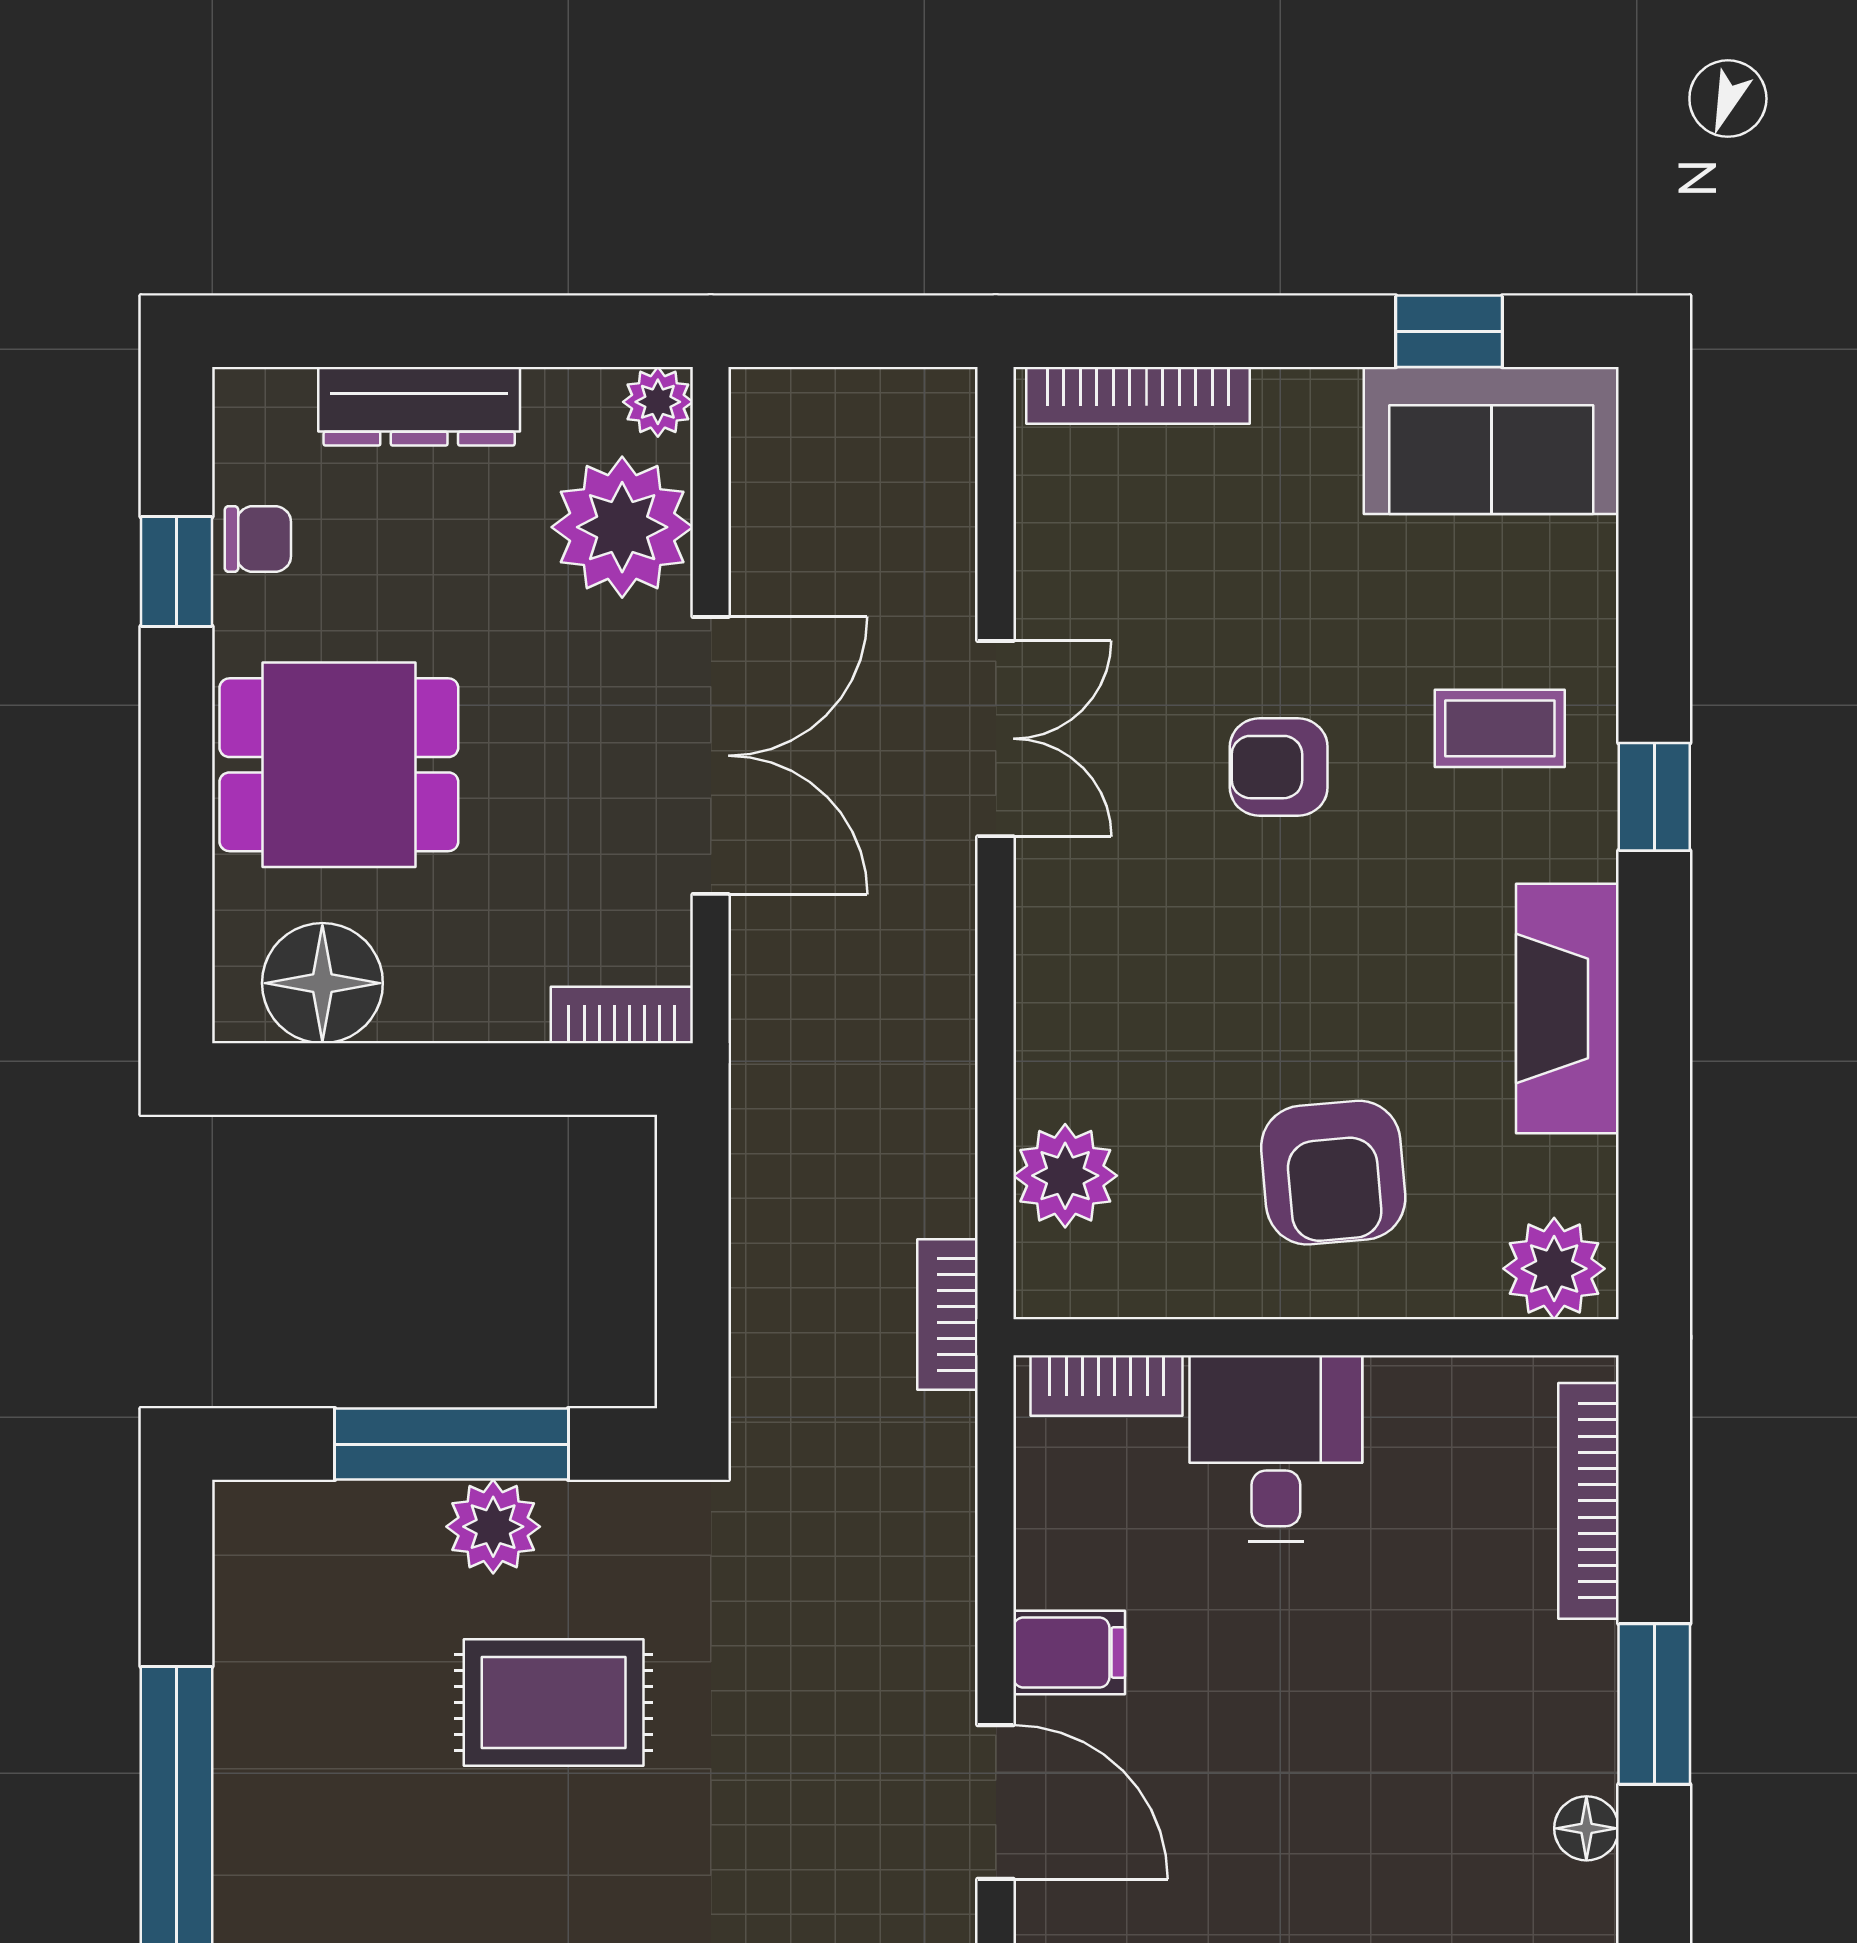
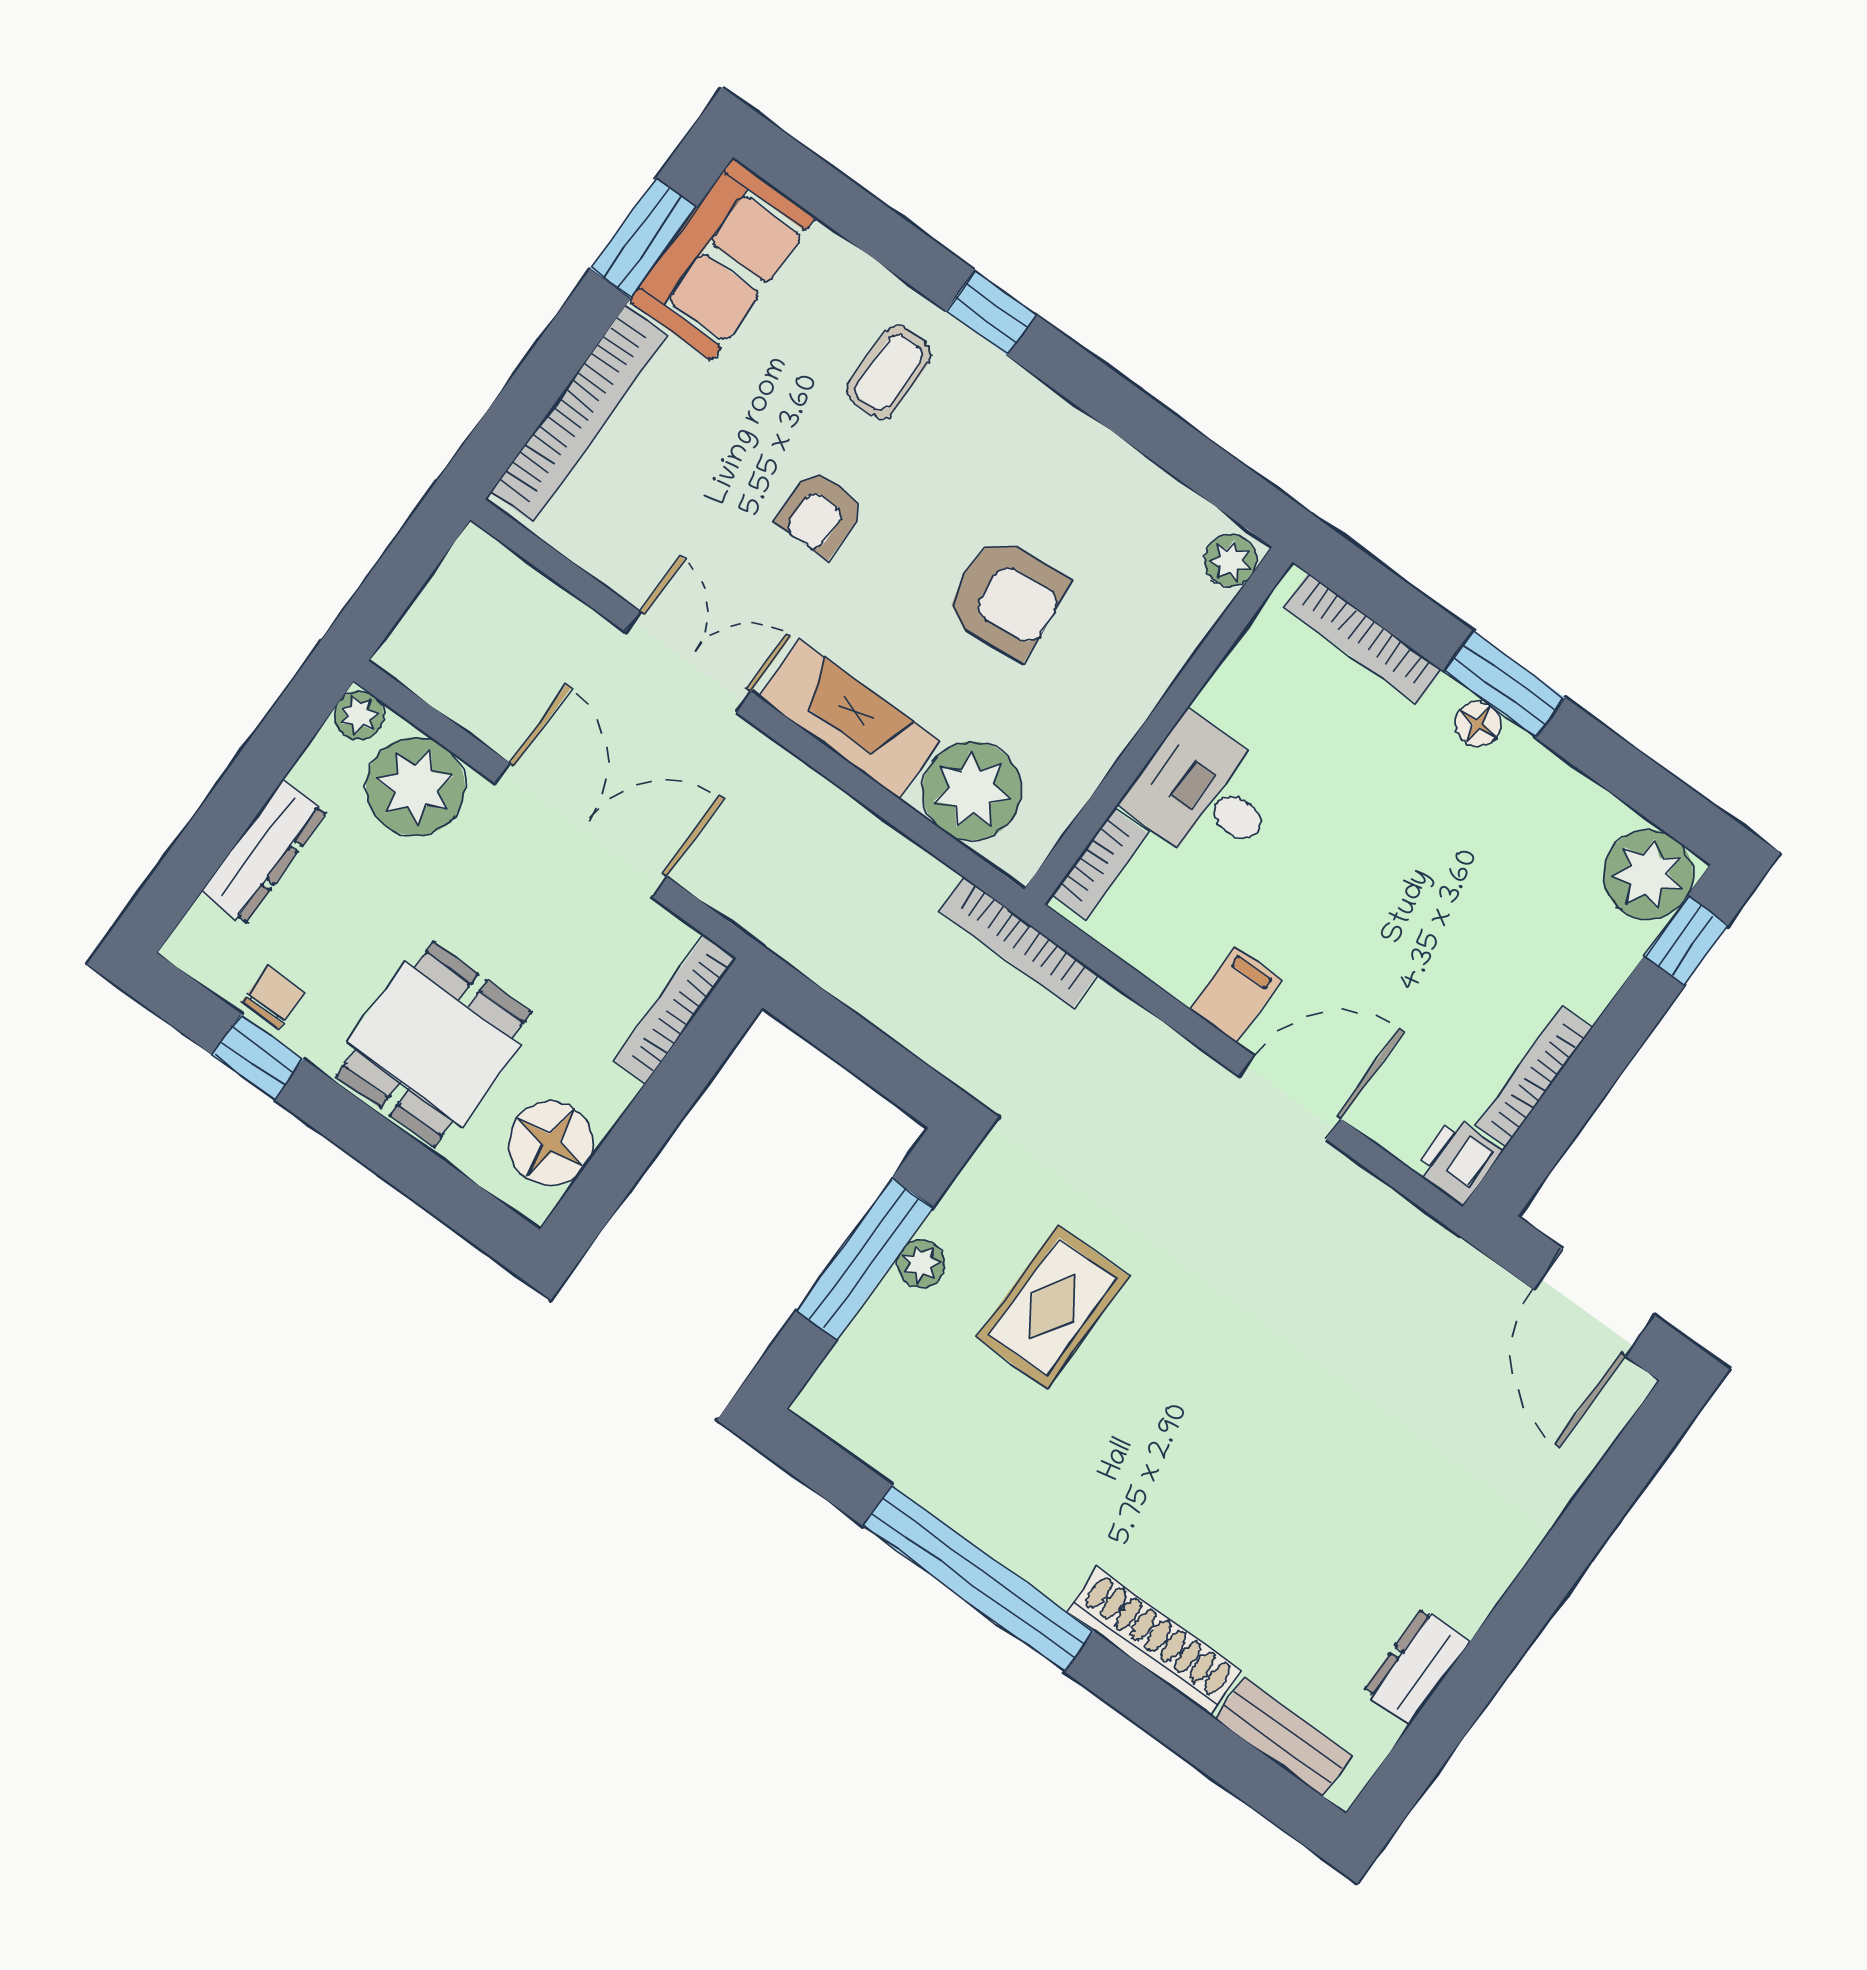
window: (1449, 331) -> (643, 238), width x1.50
bookcase: (1138, 395) -> (579, 414), width x1.48, depth x1.31
fireplace: (1567, 1009) -> (849, 719), moved, turned 180
bookcase: (622, 1015) -> (675, 1009), width x1.56
armchair: (1333, 1173) -> (1006, 598), moved
plant: (1065, 1176) -> (972, 791), width x1.36, depth x1.36
plant: (1554, 1269) -> (1231, 561), width x0.73, depth x0.73
bookcase: (948, 1315) -> (1019, 942), width x1.56
plant: (493, 1527) -> (921, 1264), width x0.73, depth x0.73
floor lamp: (1586, 1828) -> (1478, 724), moved

